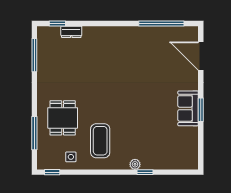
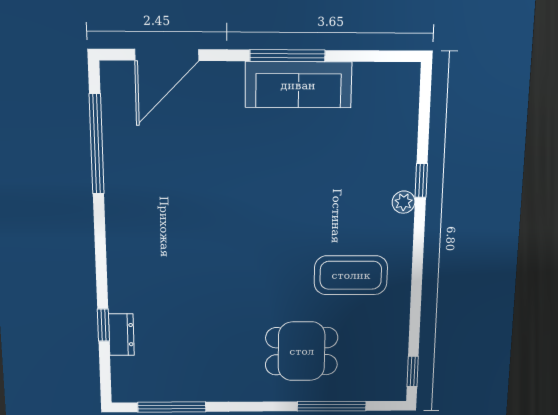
window: (57, 23) -> (103, 325), moved
sofa: (188, 108) -> (298, 85), width x1.36
window: (201, 110) -> (287, 56), width x1.44
side table: (71, 157) -> (383, 335), removed

